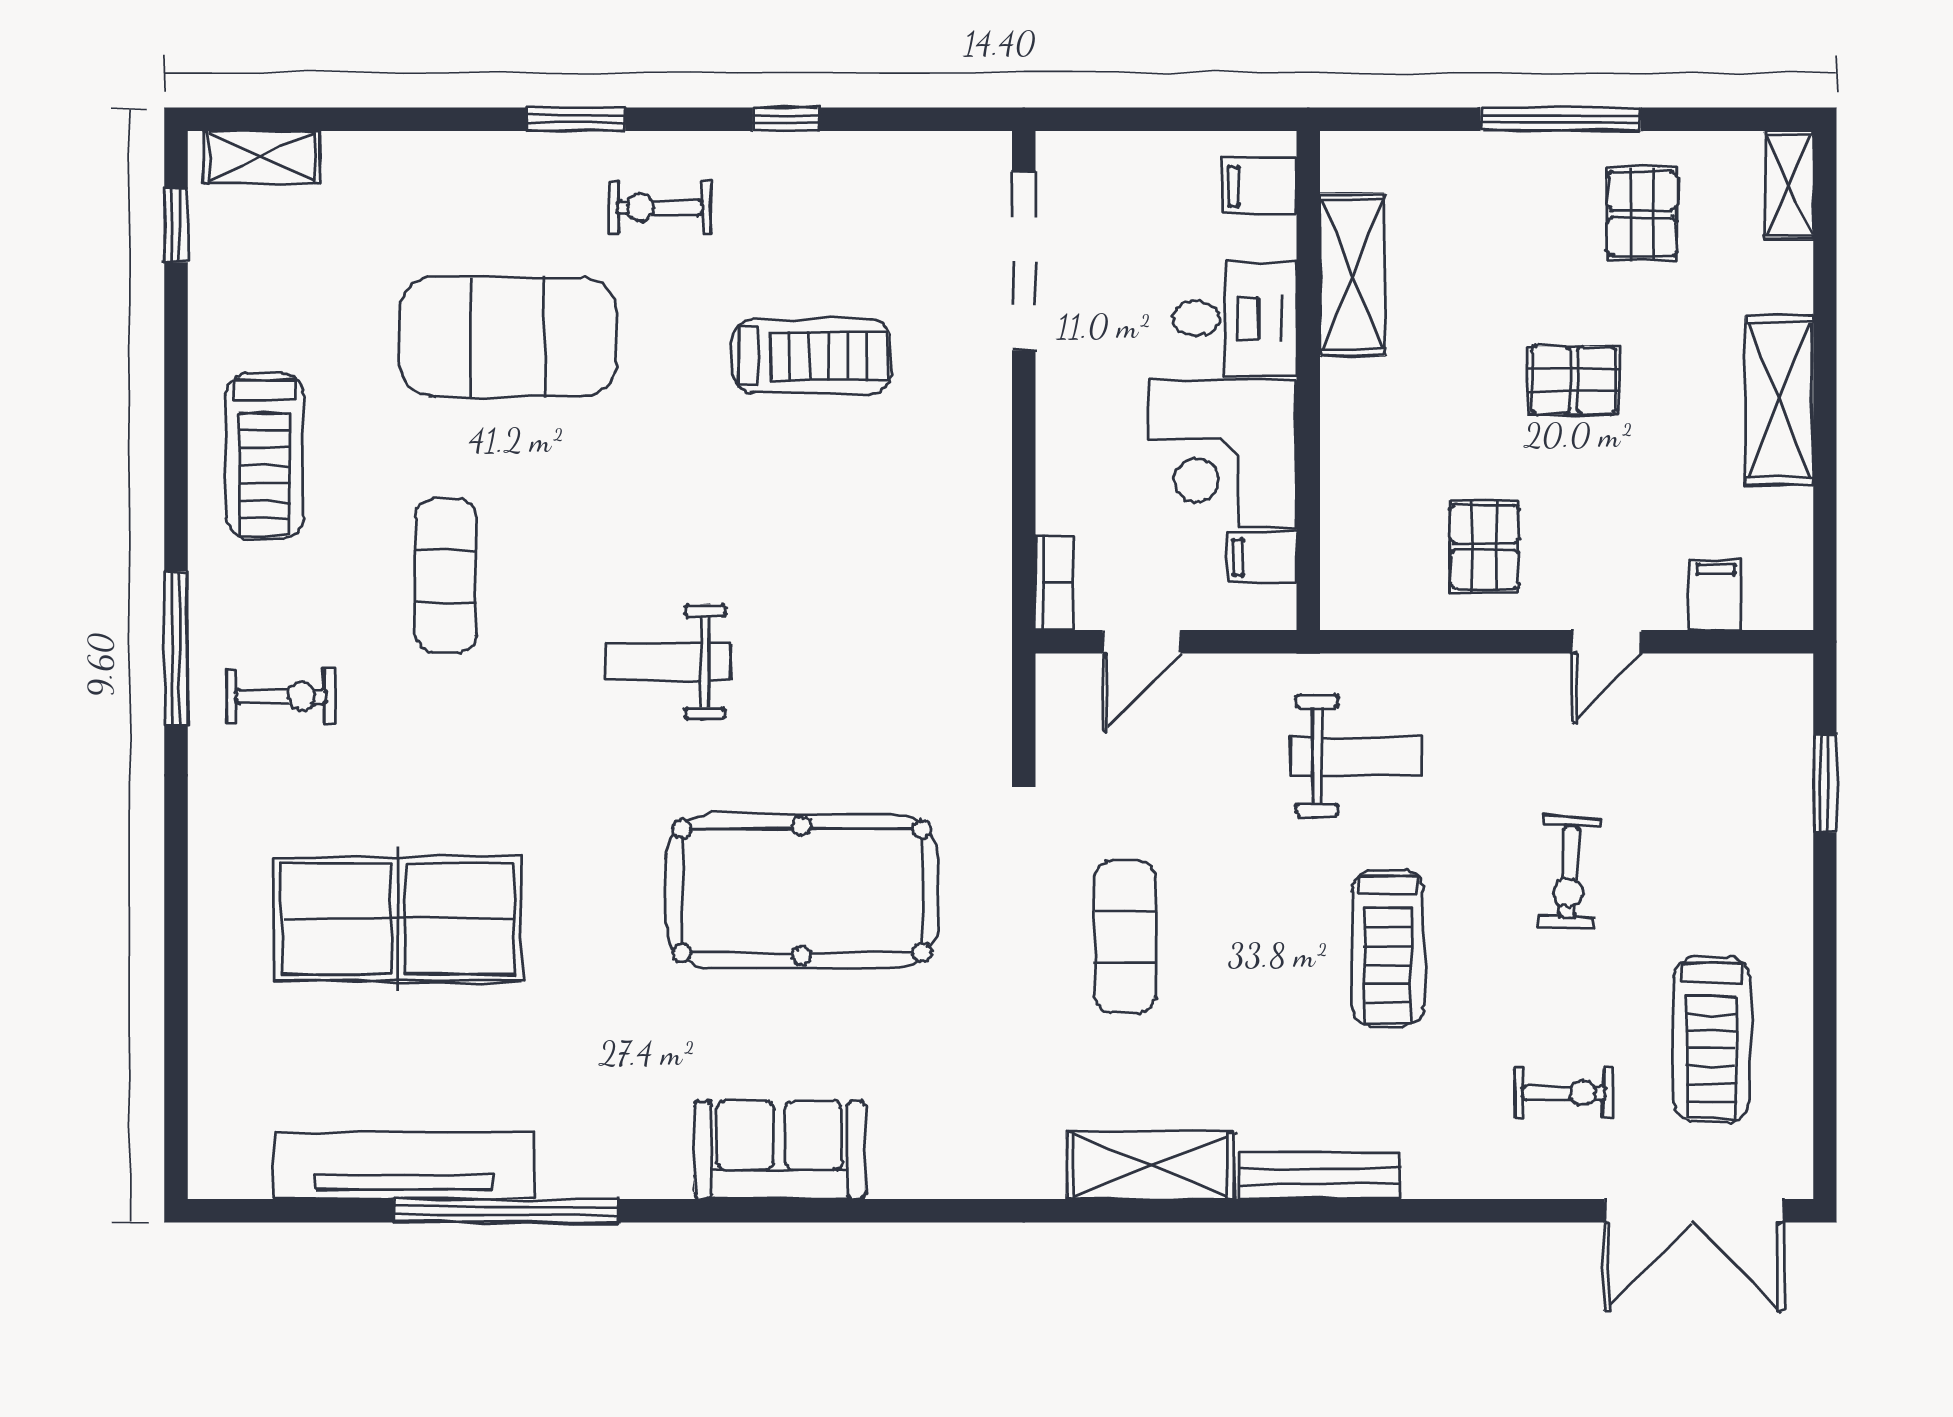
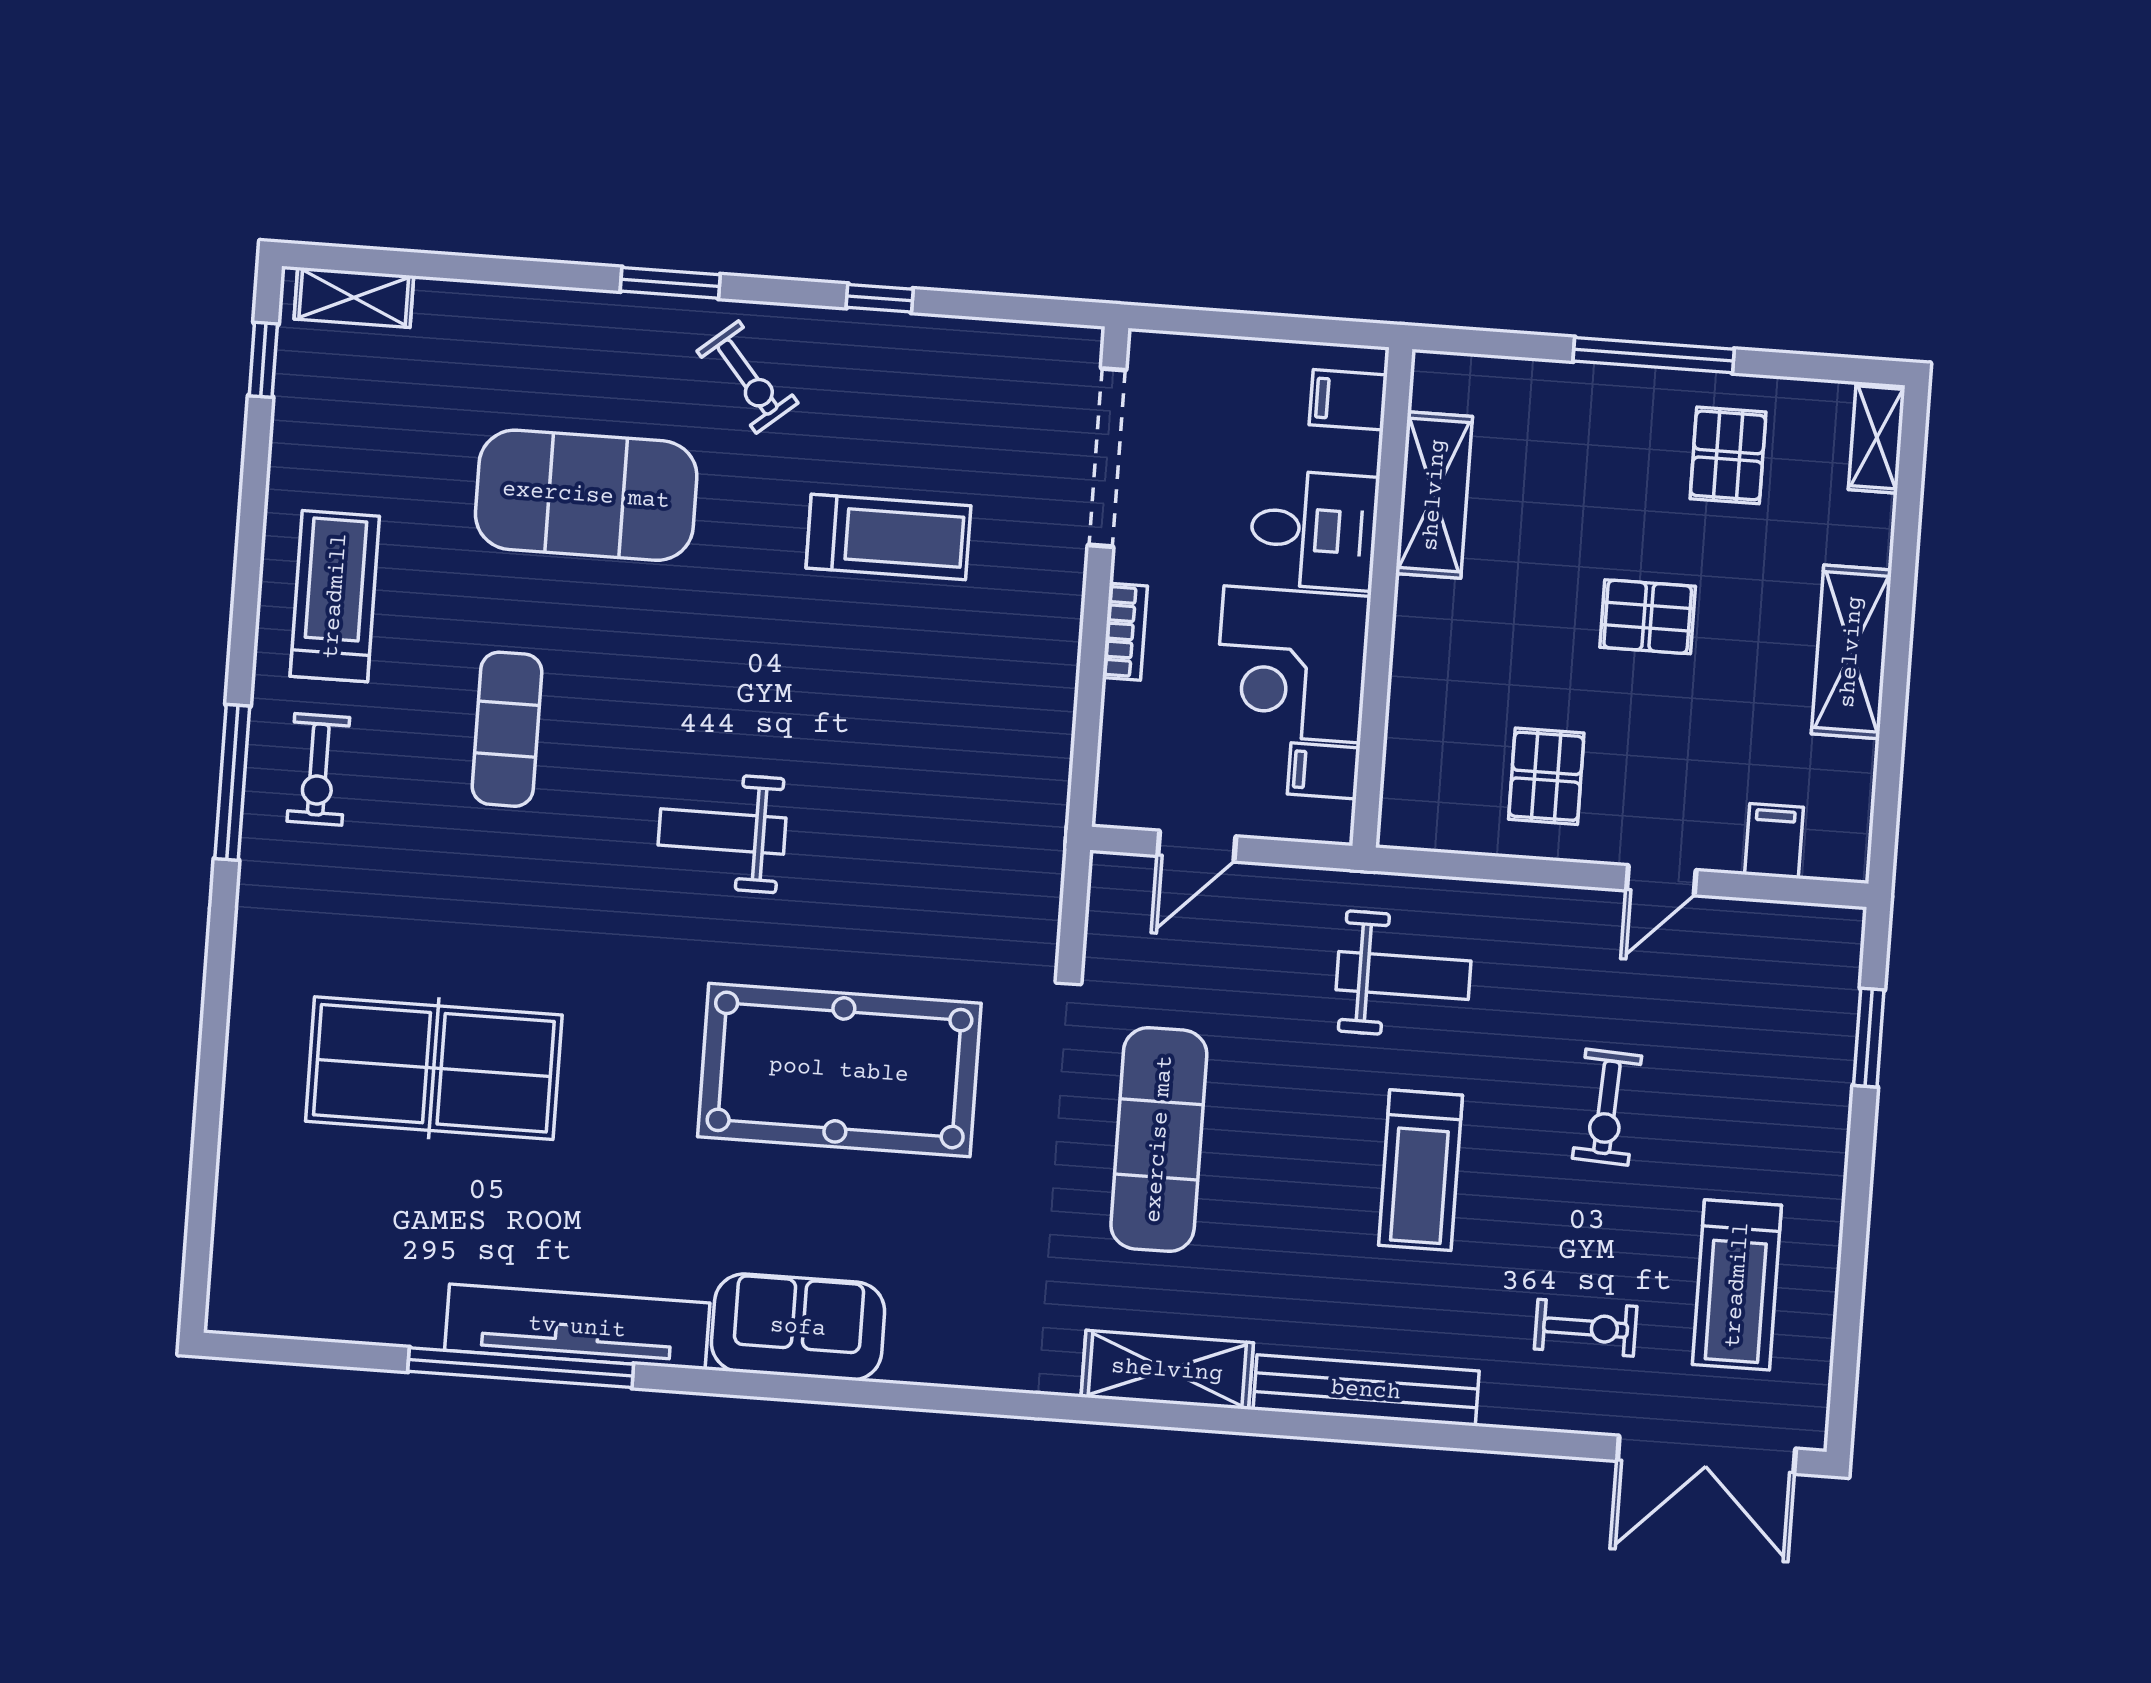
exercise bike: (660, 207) -> (748, 377), turned -130
treadmill: (265, 456) -> (335, 596), turned 180
bookcase: (1054, 583) -> (1125, 632), moved
exercise bike: (281, 696) -> (318, 769), moved, turned 90
exercise mat: (1125, 937) -> (1159, 1139), width x1.36, depth x1.45
tv unit: (404, 1166) -> (577, 1327), moved
bench: (1320, 1176) -> (1366, 1390), width x1.37, depth x1.21

